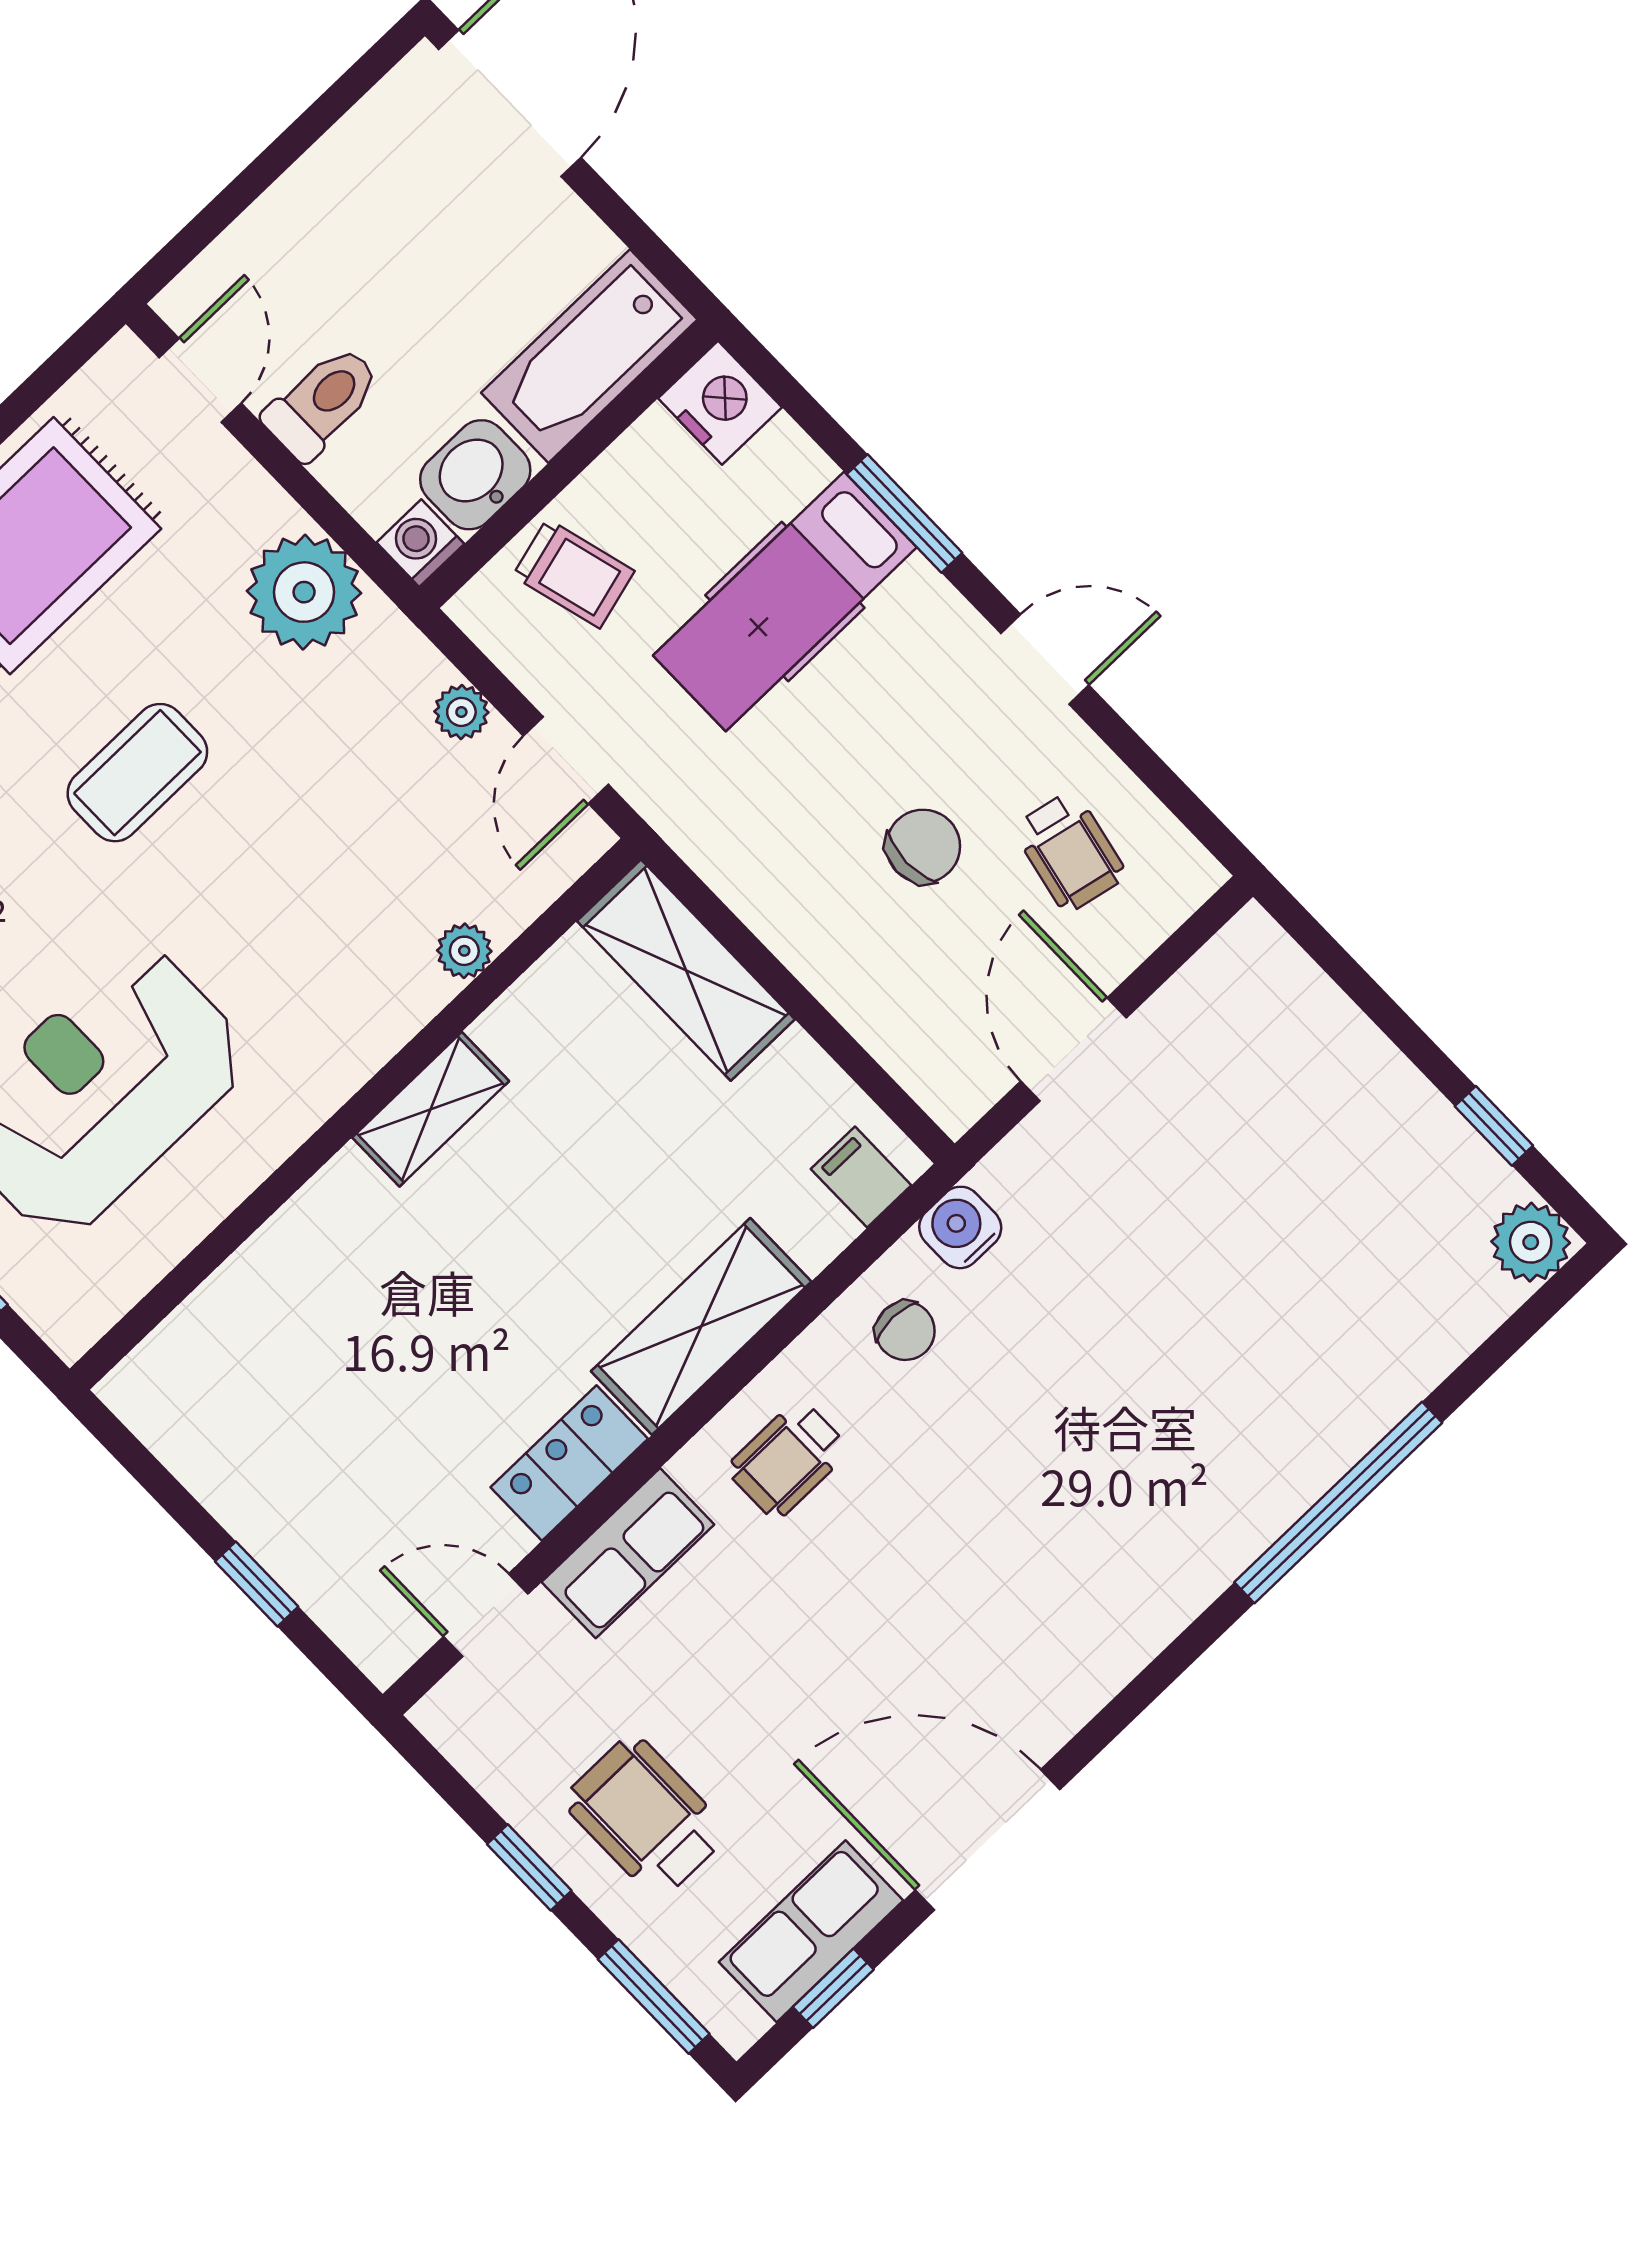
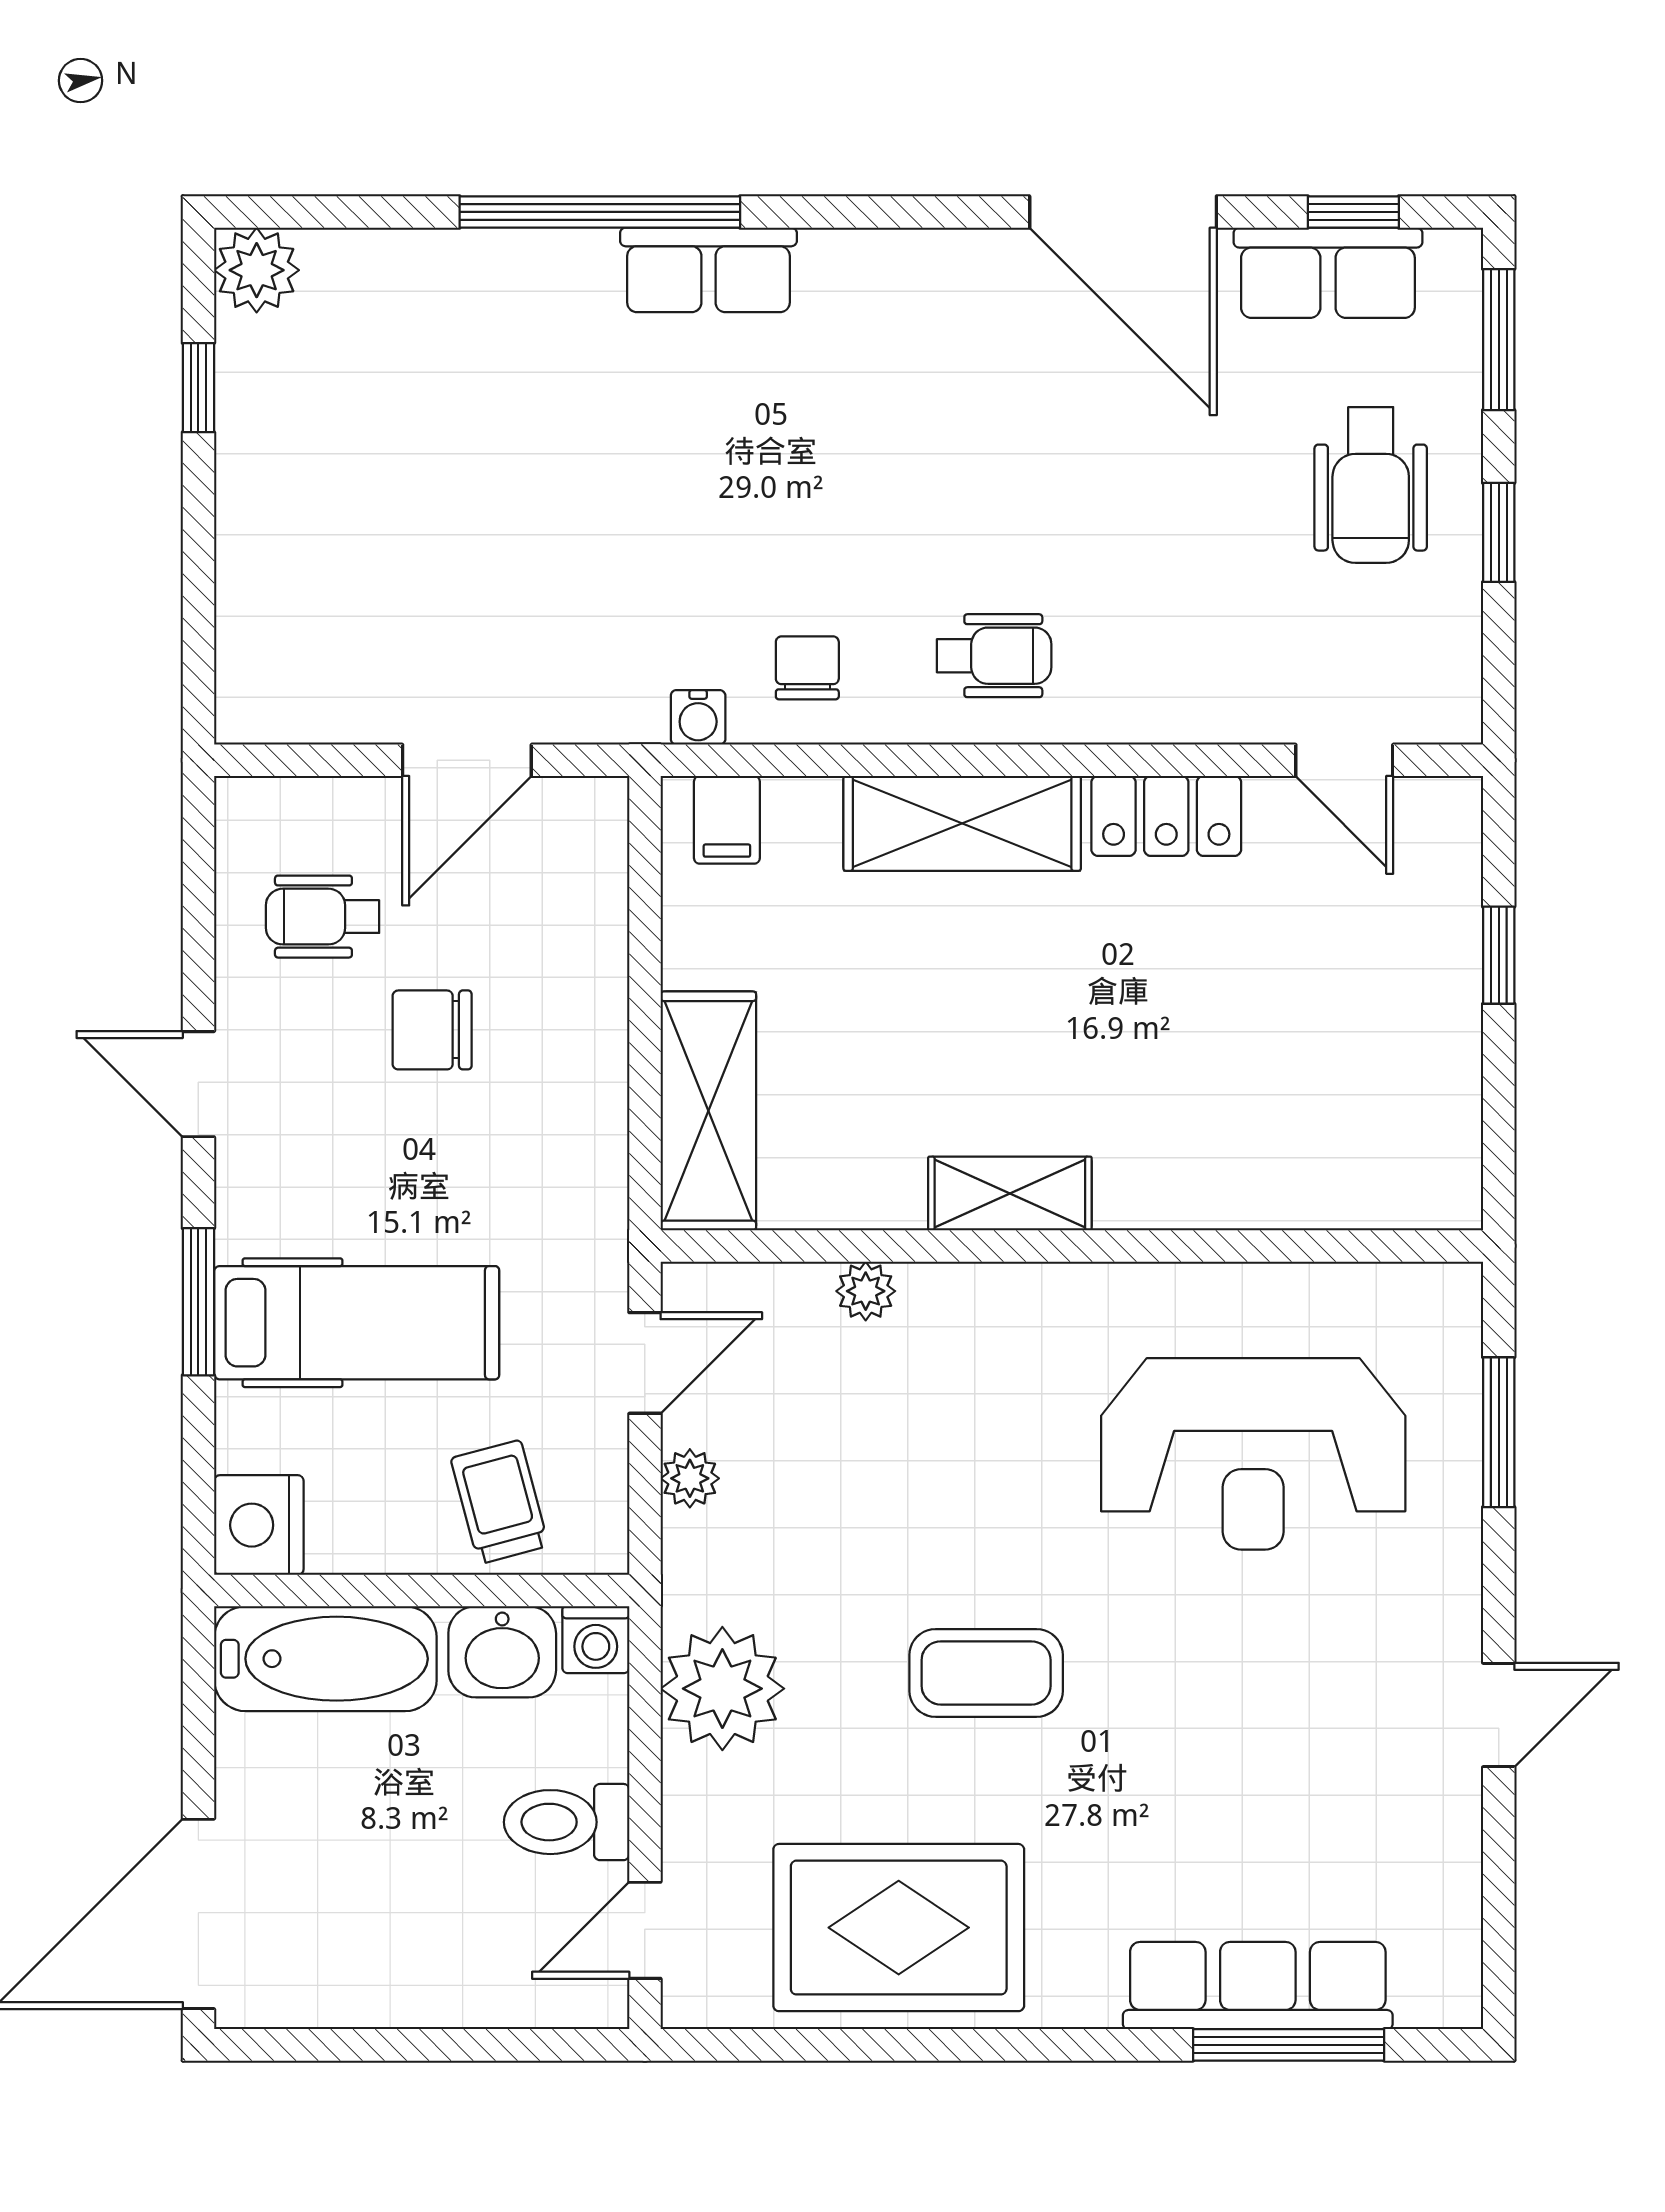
wheelchair: (1070, 852) -> (323, 917), turned -102
water cooler: (960, 1227) -> (698, 717), width x0.72, depth x0.72
row of seats: (628, 1553) -> (708, 270), moved, turned 180

